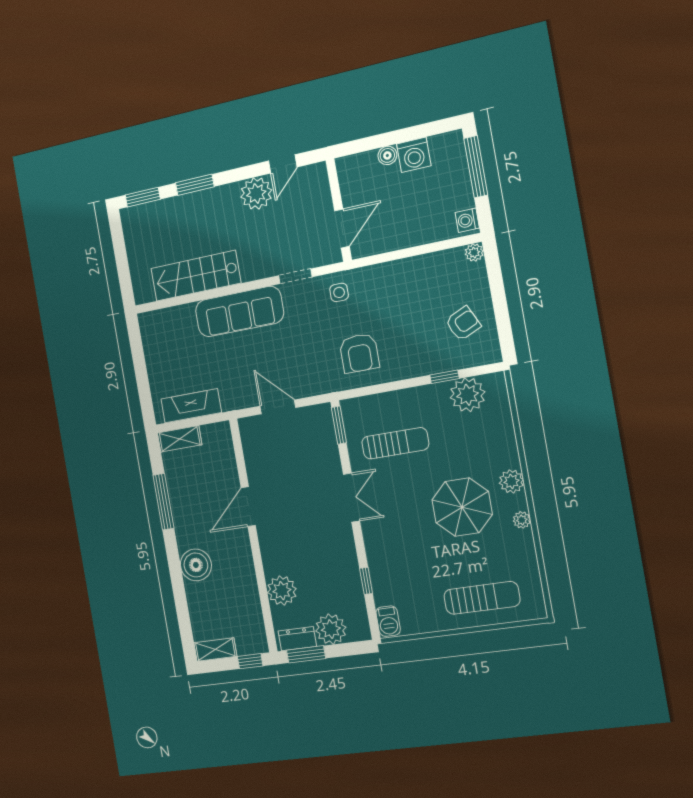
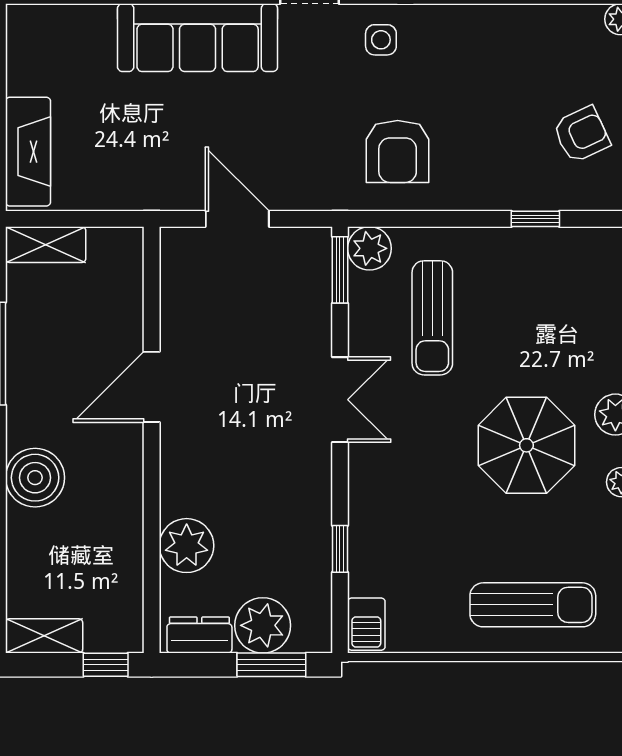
plant: (468, 395) -> (369, 248), moved, width x0.73, depth x0.73
fireplace: (191, 406) -> (28, 152), moved, turned 90
sun lounger: (395, 443) -> (432, 318), turned 90
window: (306, 654) -> (271, 665), moved

